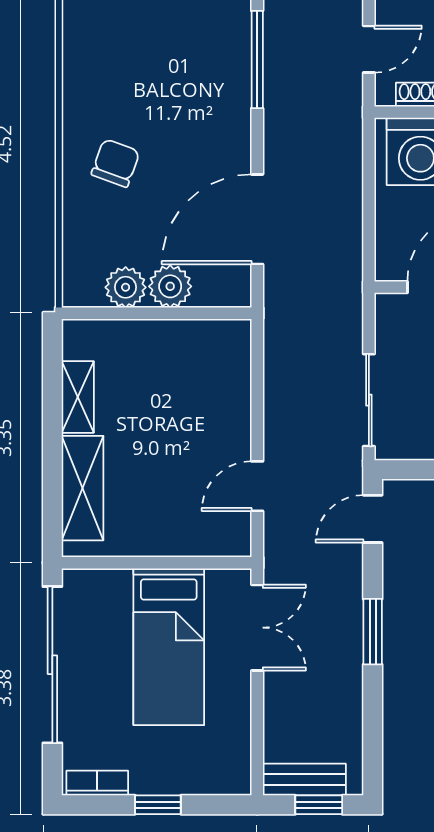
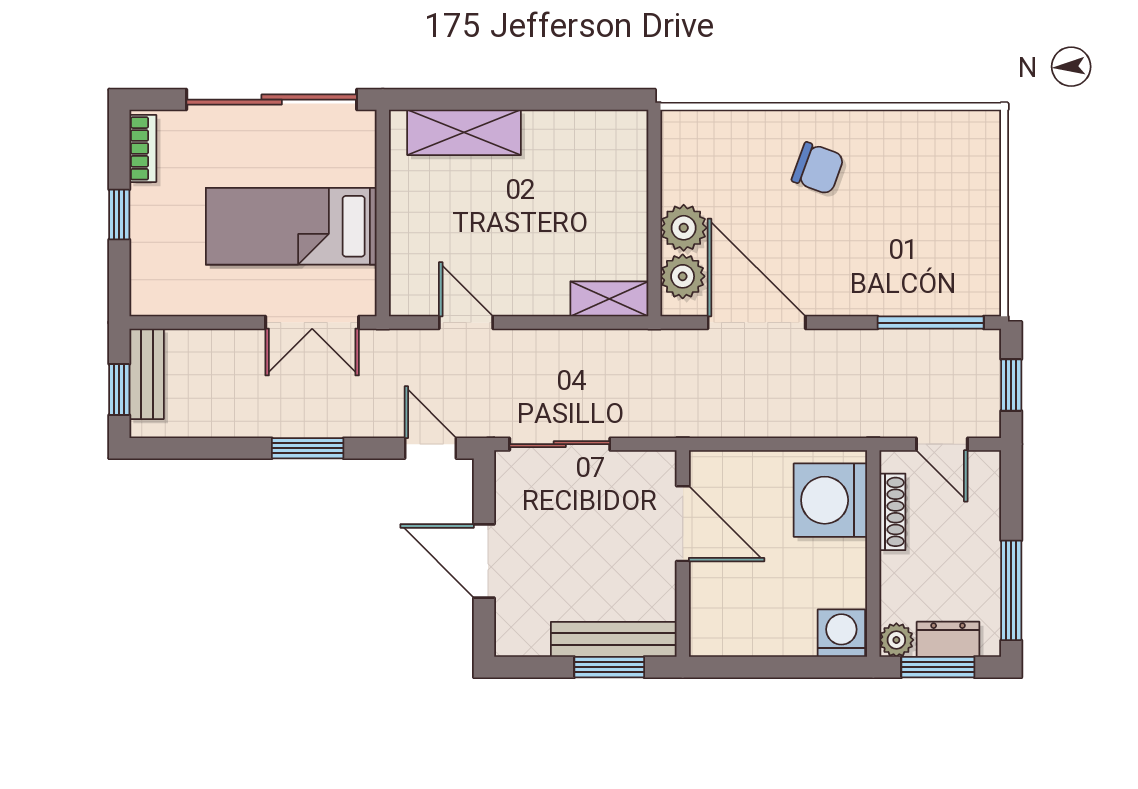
plant: (126, 287) -> (683, 276), moved
shelving: (78, 397) -> (609, 299), moved

